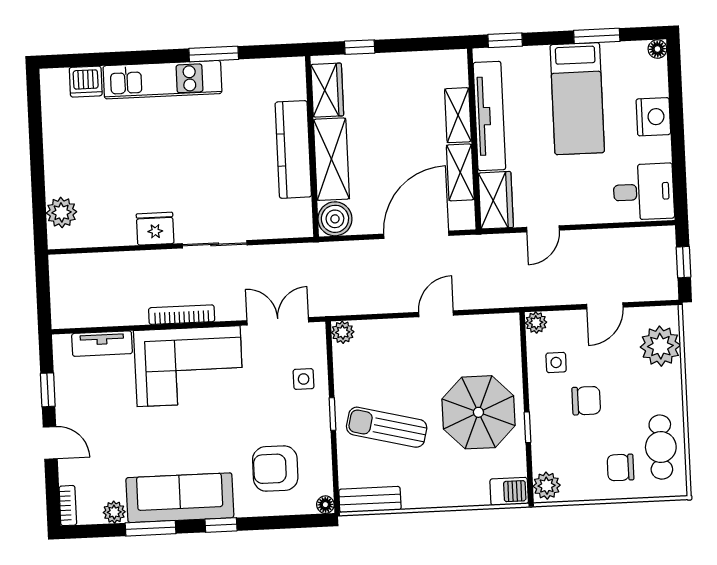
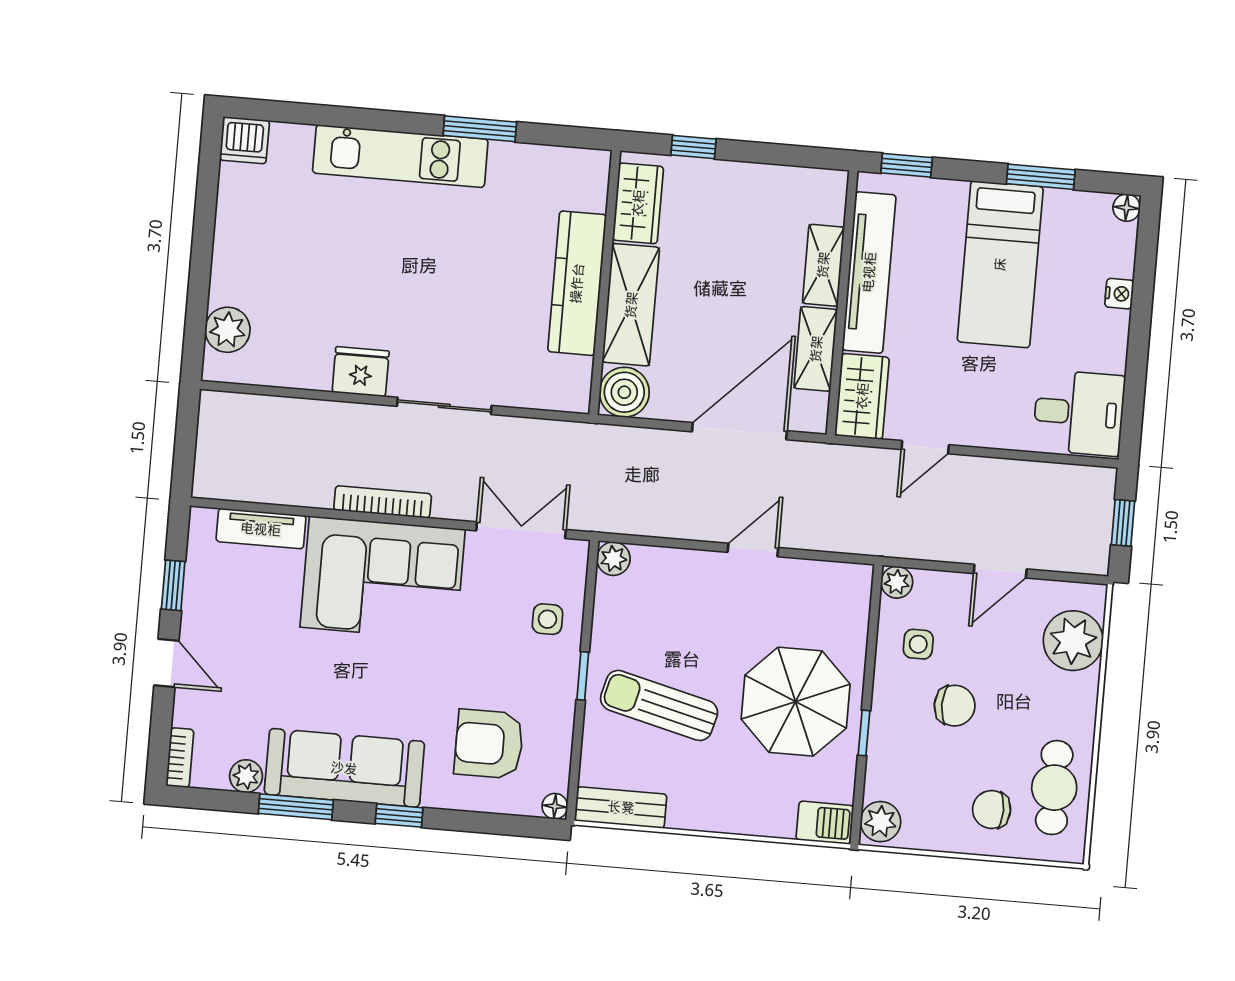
dishwasher: (86, 82) -> (245, 140), moved
nightstand: (653, 117) -> (1119, 294), width x0.53, depth x0.56

